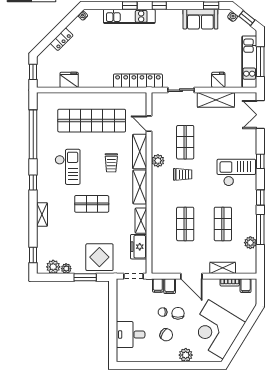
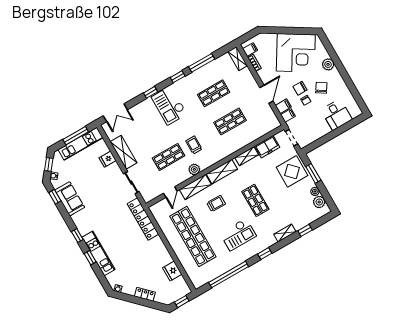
checkout: (68, 167) -> (238, 234), turned 180
plant: (250, 243) -> (216, 65), removed
window: (33, 255) -> (305, 230), moved
shelving: (223, 268) -> (238, 59), moved

